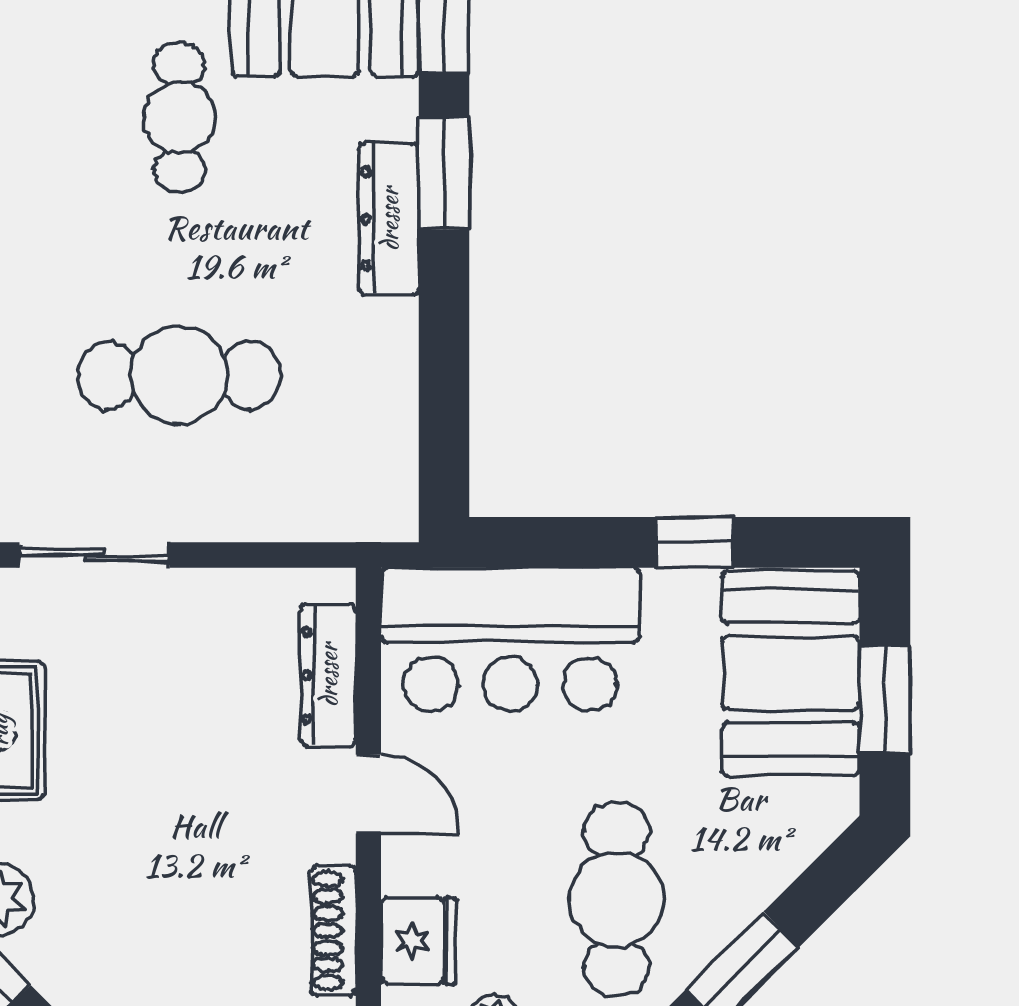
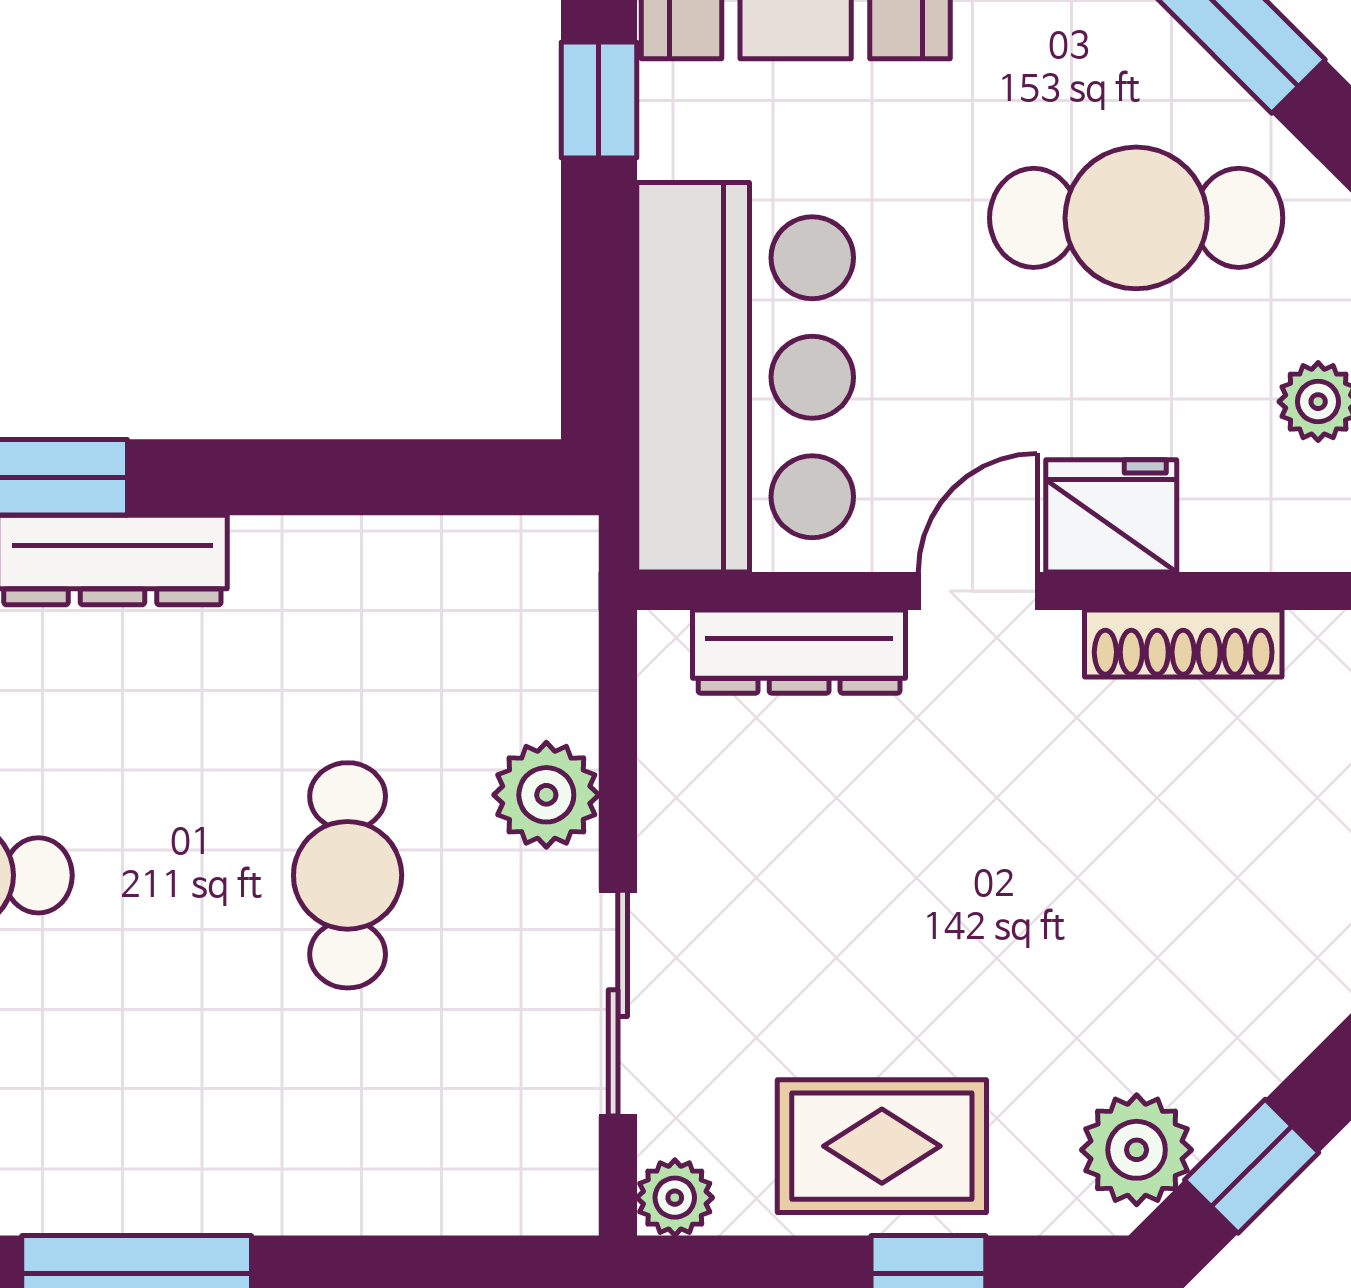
cafe table: (179, 375) -> (348, 875), width x0.73, depth x0.74
plant: (233, 507) -> (546, 795), added
fridge: (418, 941) -> (1111, 516), moved

